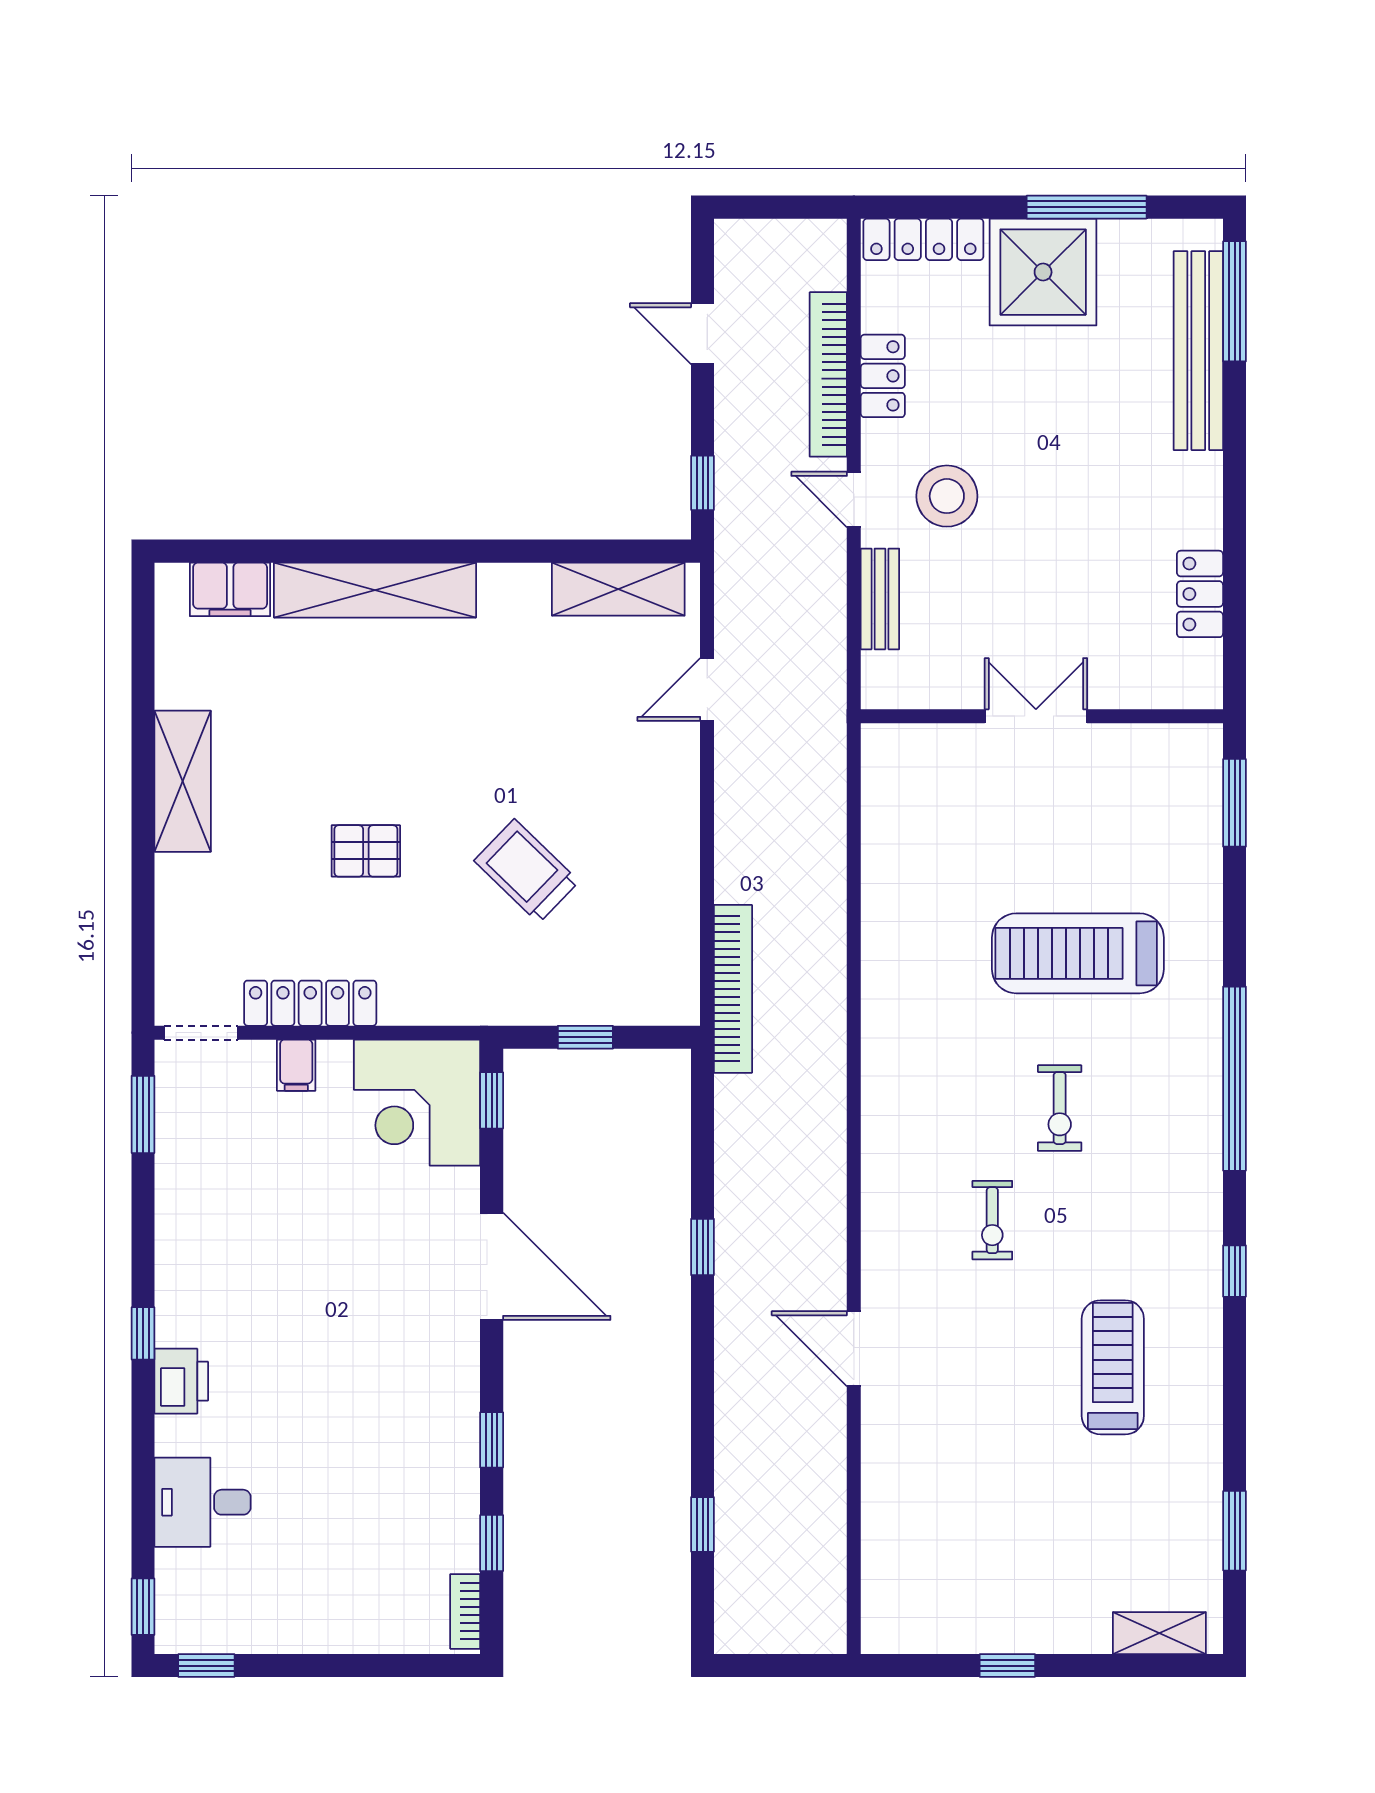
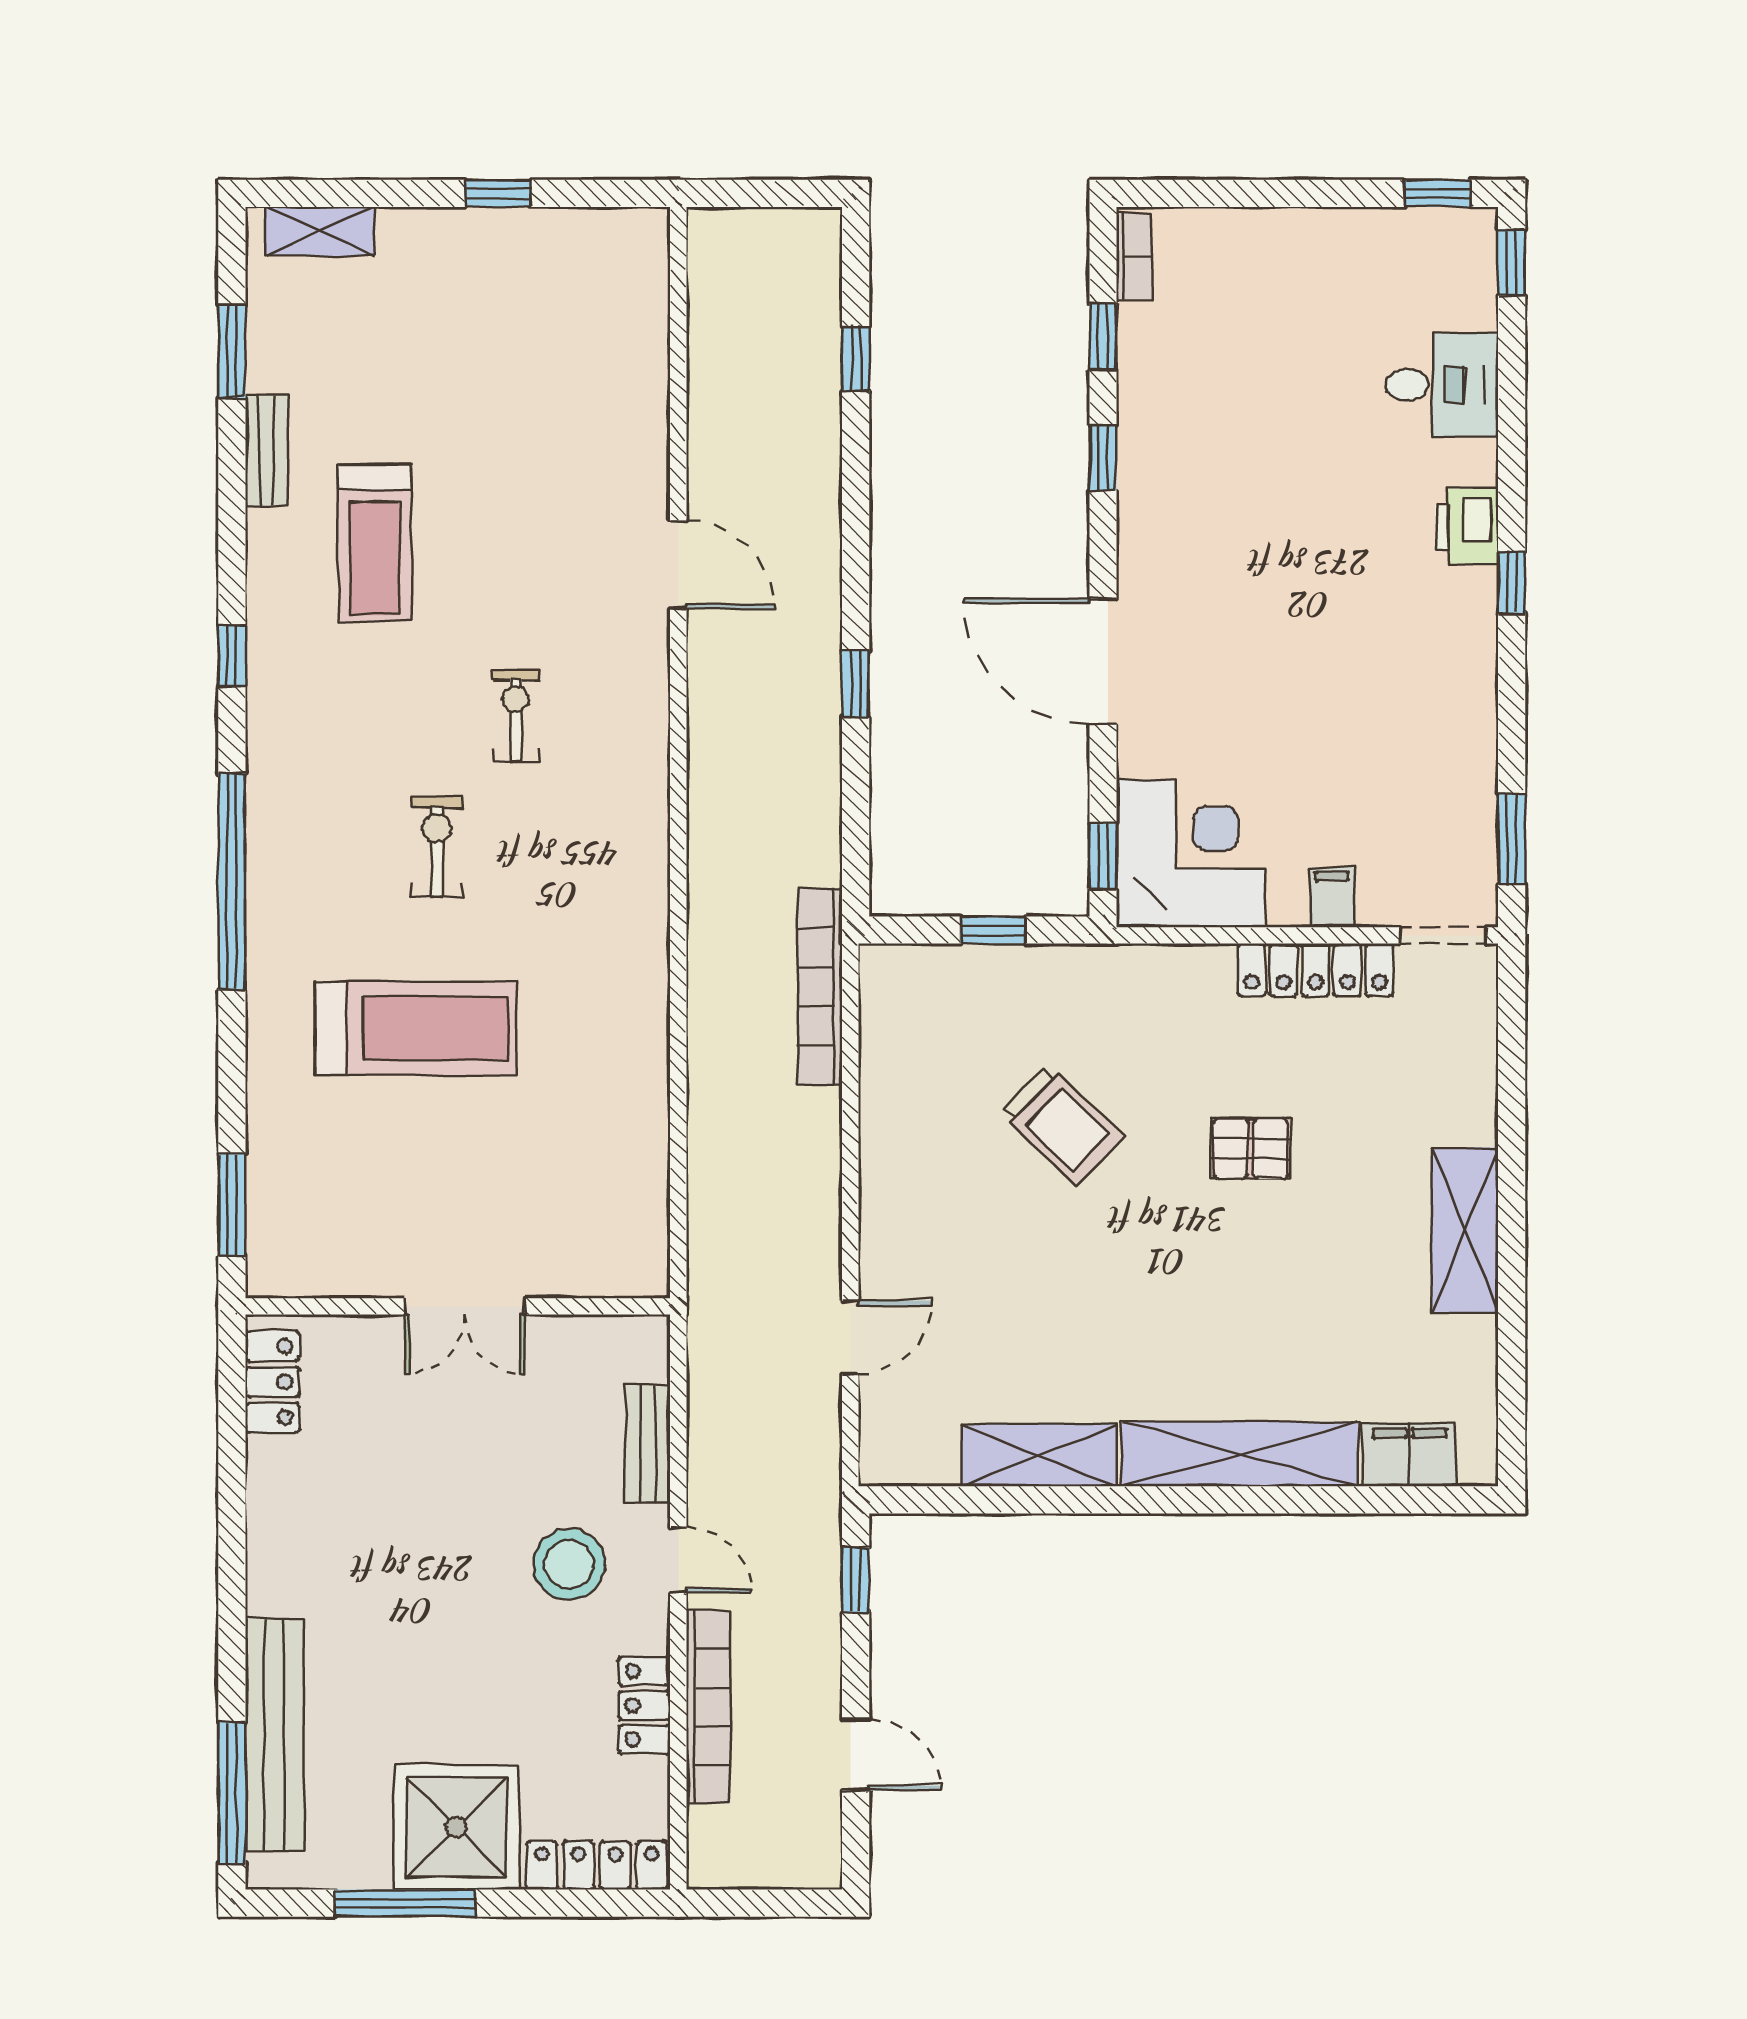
shelving: (618, 589) -> (1039, 1455), moved
locker: (1200, 594) -> (272, 1382), moved
bench: (1205, 1446) -> (267, 450), added

